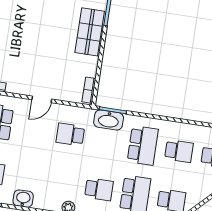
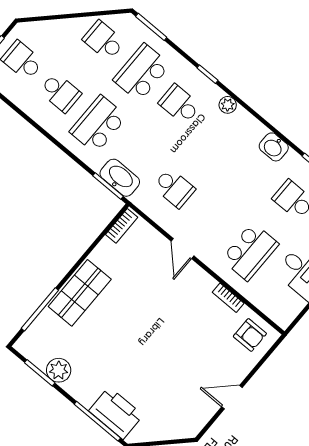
door: (42, 99) -> (182, 248), swing flipped
school desk: (179, 151) -> (60, 92), turned 180

